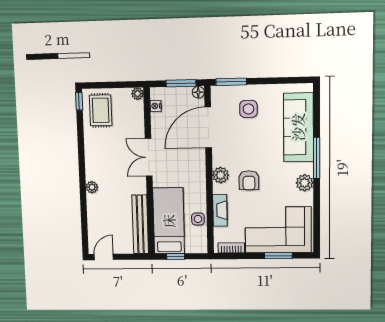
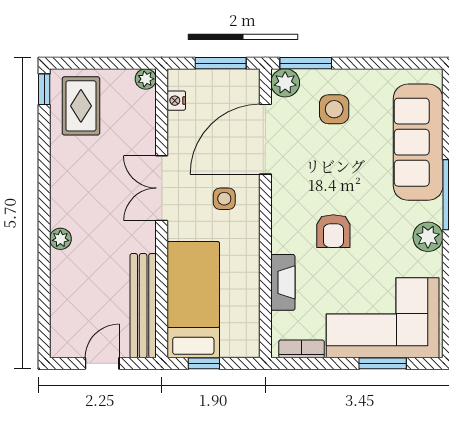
floor lamp: (198, 92) -> (250, 79), removed
plant: (221, 175) -> (285, 83), moved
side table: (198, 219) -> (224, 199), moved
door: (104, 257) -> (102, 363), moved

